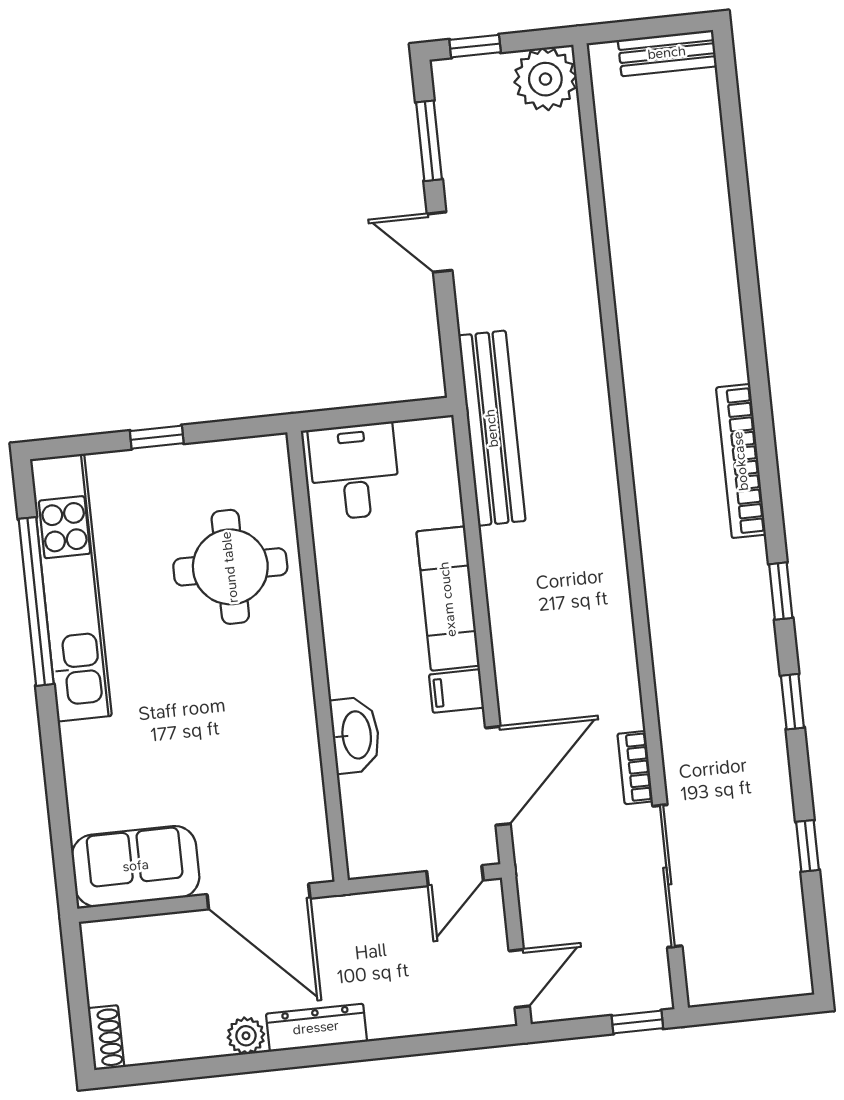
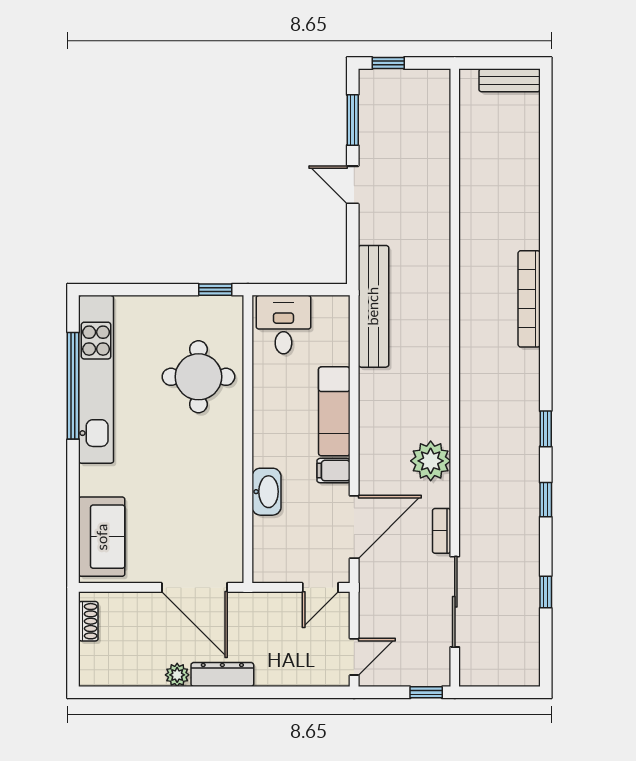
plant: (545, 79) -> (431, 461), moved
window: (157, 437) -> (215, 290), moved
bookcase: (741, 461) -> (529, 299), moved
sofa: (136, 866) -> (102, 537), moved, turned 90
shoe rack: (106, 1038) -> (88, 621), moved

